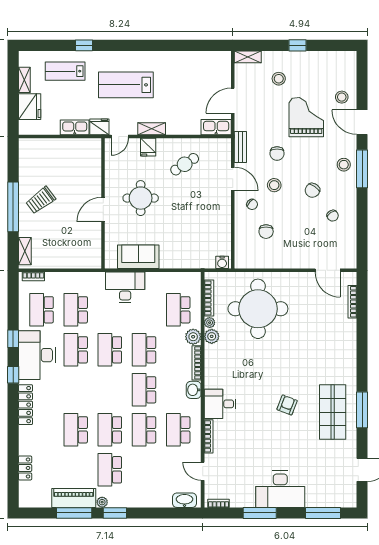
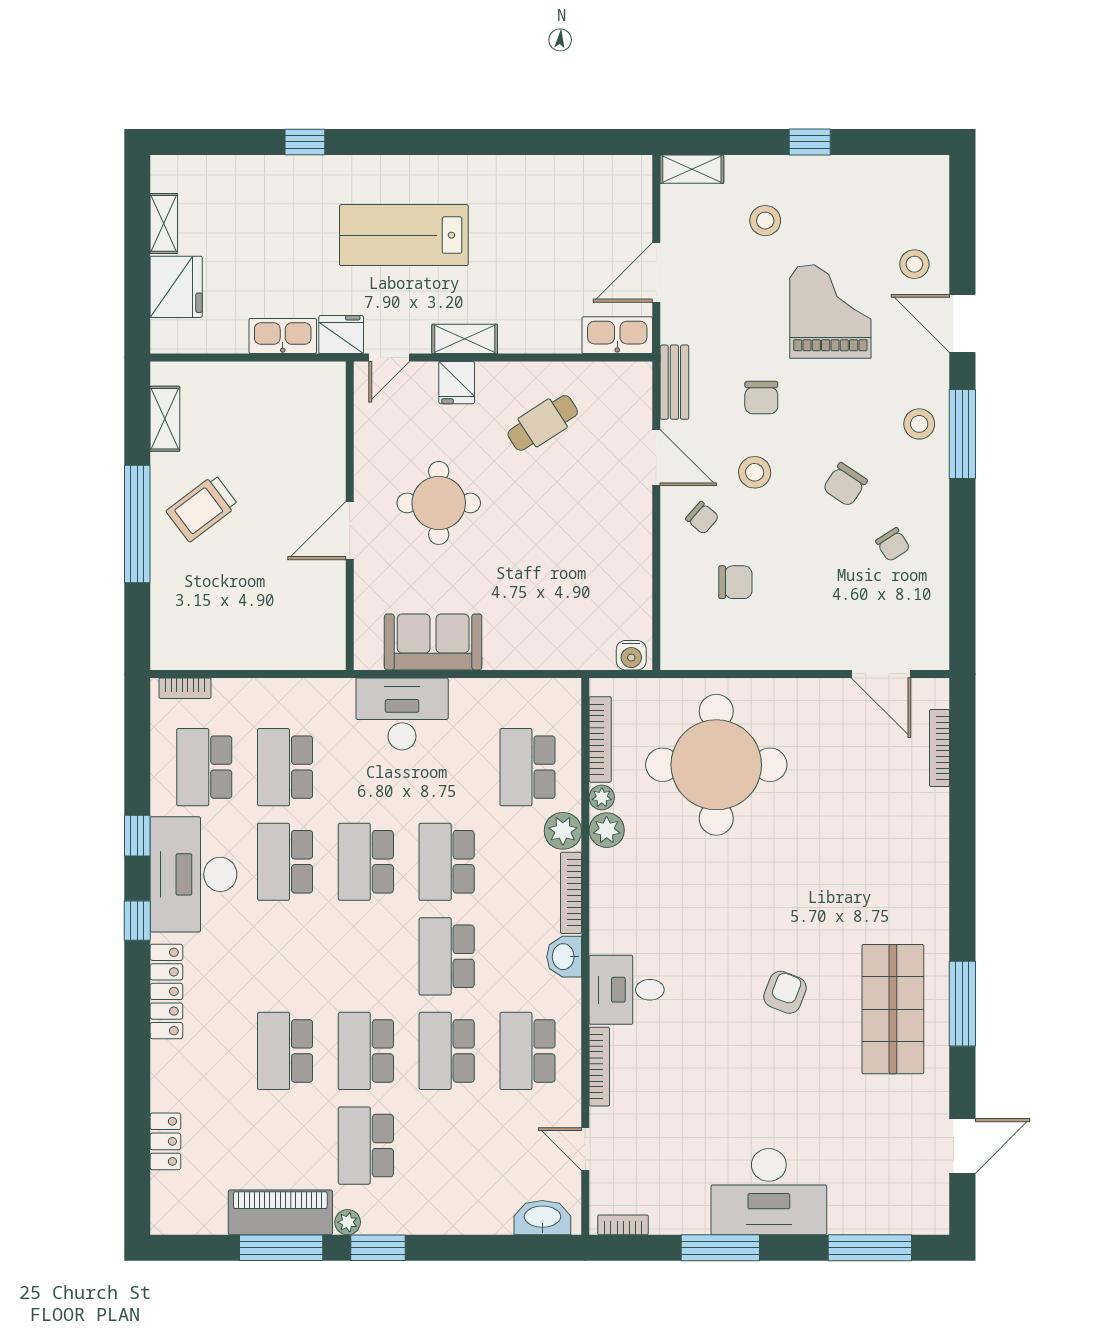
lab bench: (65, 71) -> (260, 203), removed
chair: (266, 232) -> (735, 582), turned -90
shelving: (25, 251) -> (165, 419), moved

